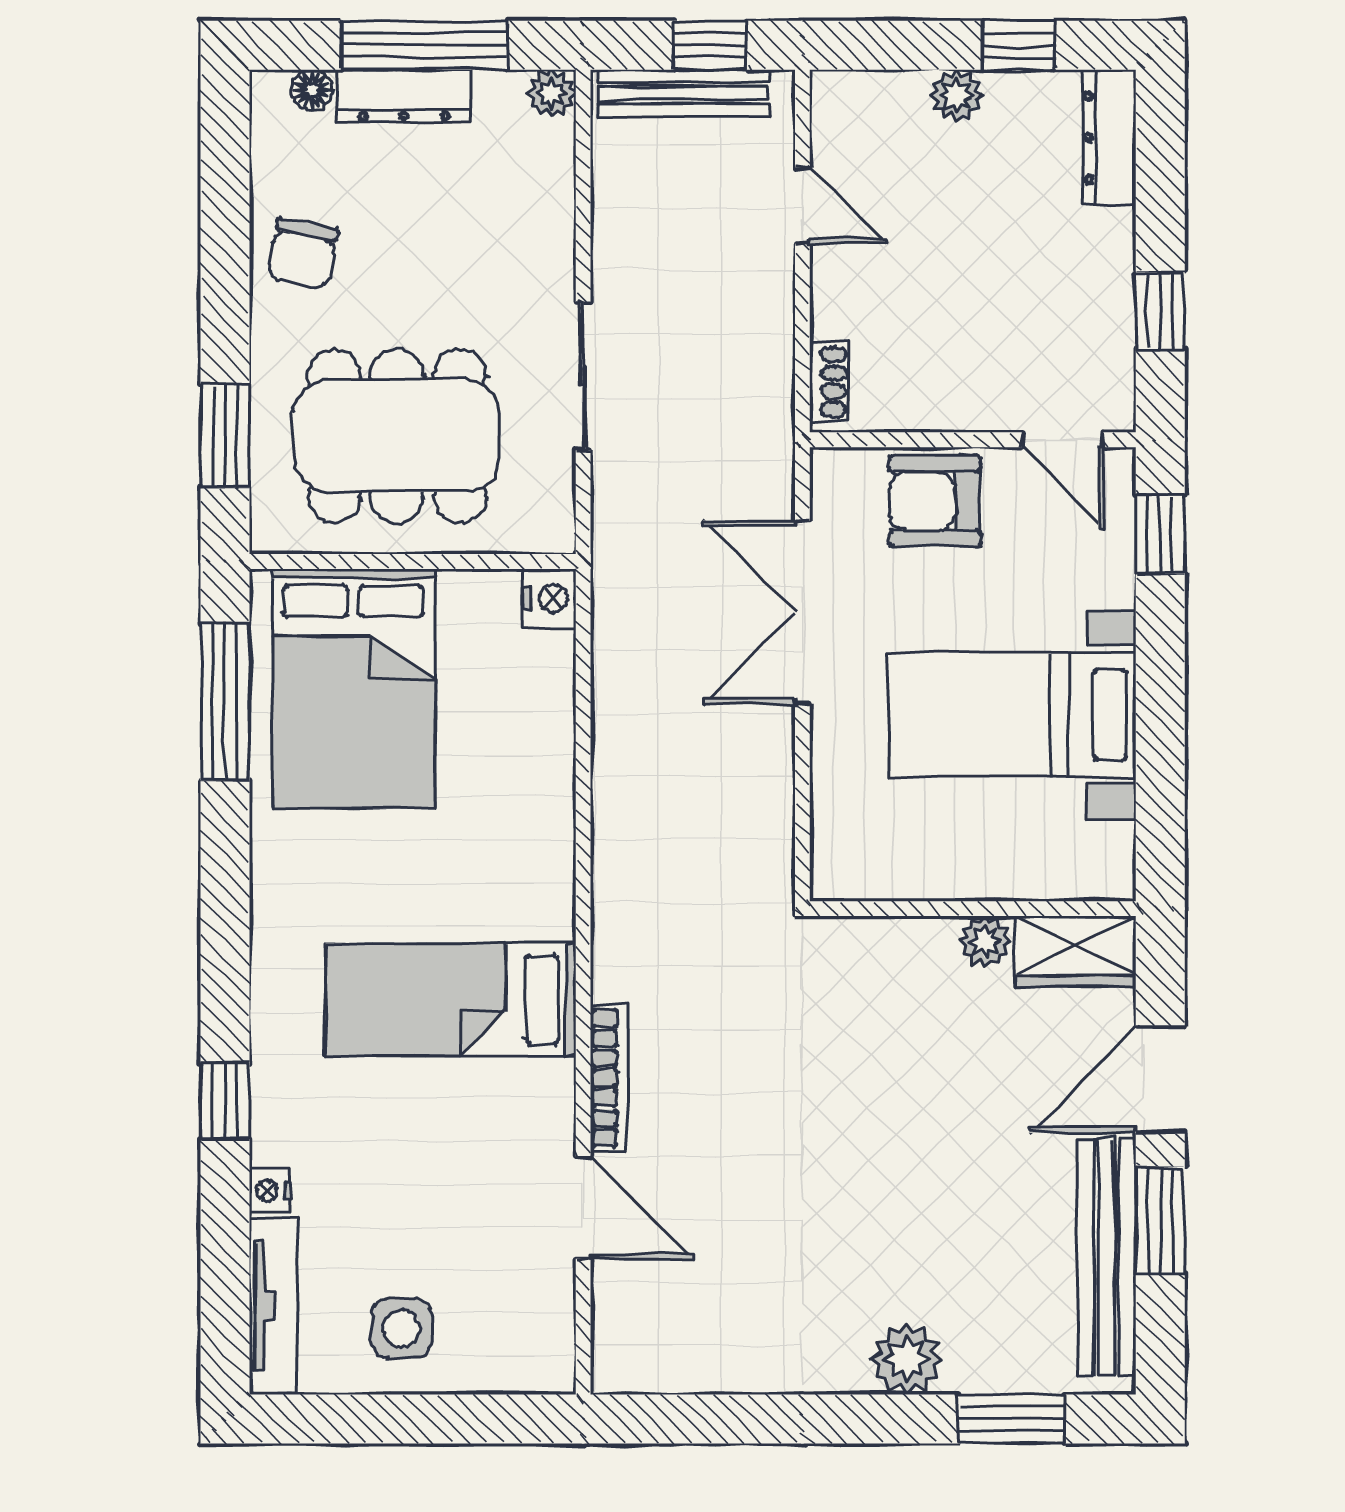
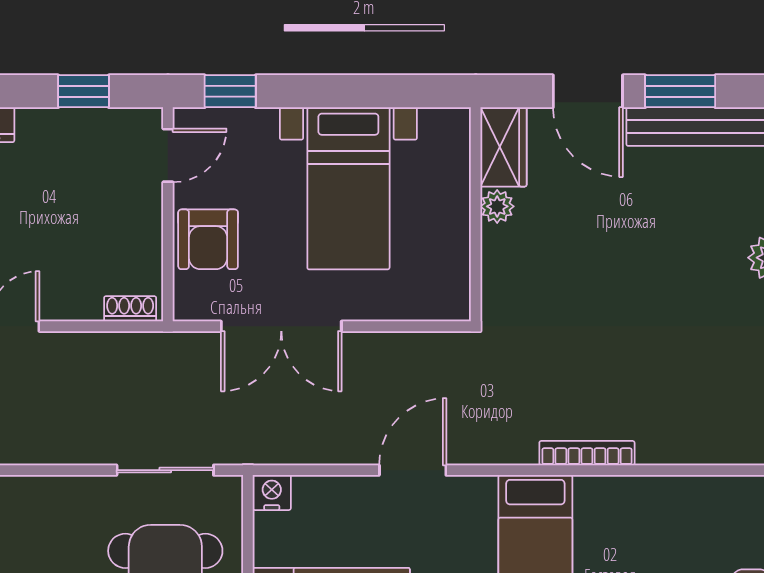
sliding door: (583, 376) -> (165, 470), moved
door: (583, 1208) -> (413, 470), moved

